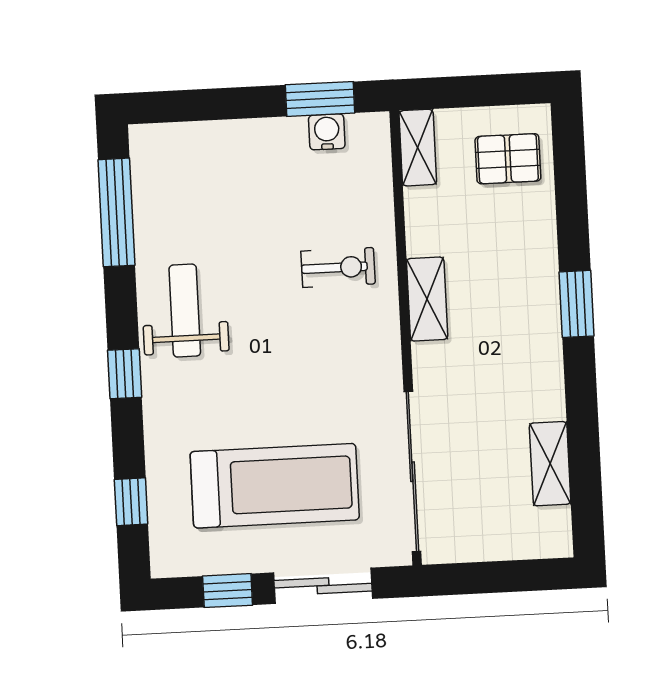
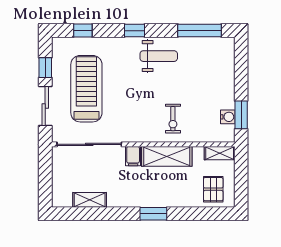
shelving: (427, 299) -> (167, 156), width x1.50, depth x1.33
filing cabinet: (436, 362) -> (133, 156), added
treadmill: (275, 486) -> (86, 89), turned 180

